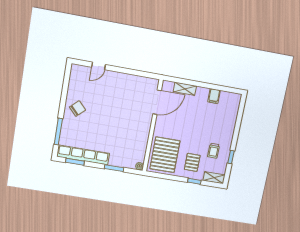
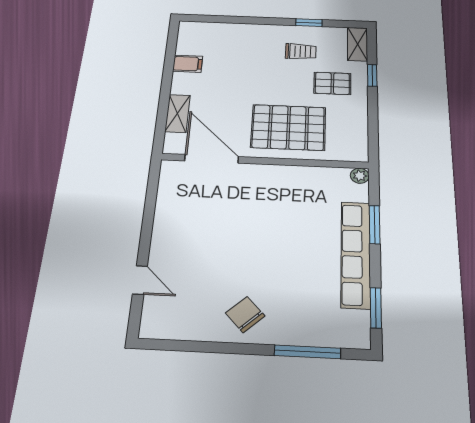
row of seats: (83, 155) -> (356, 254), moved
pallet: (165, 155) -> (288, 127), moved

